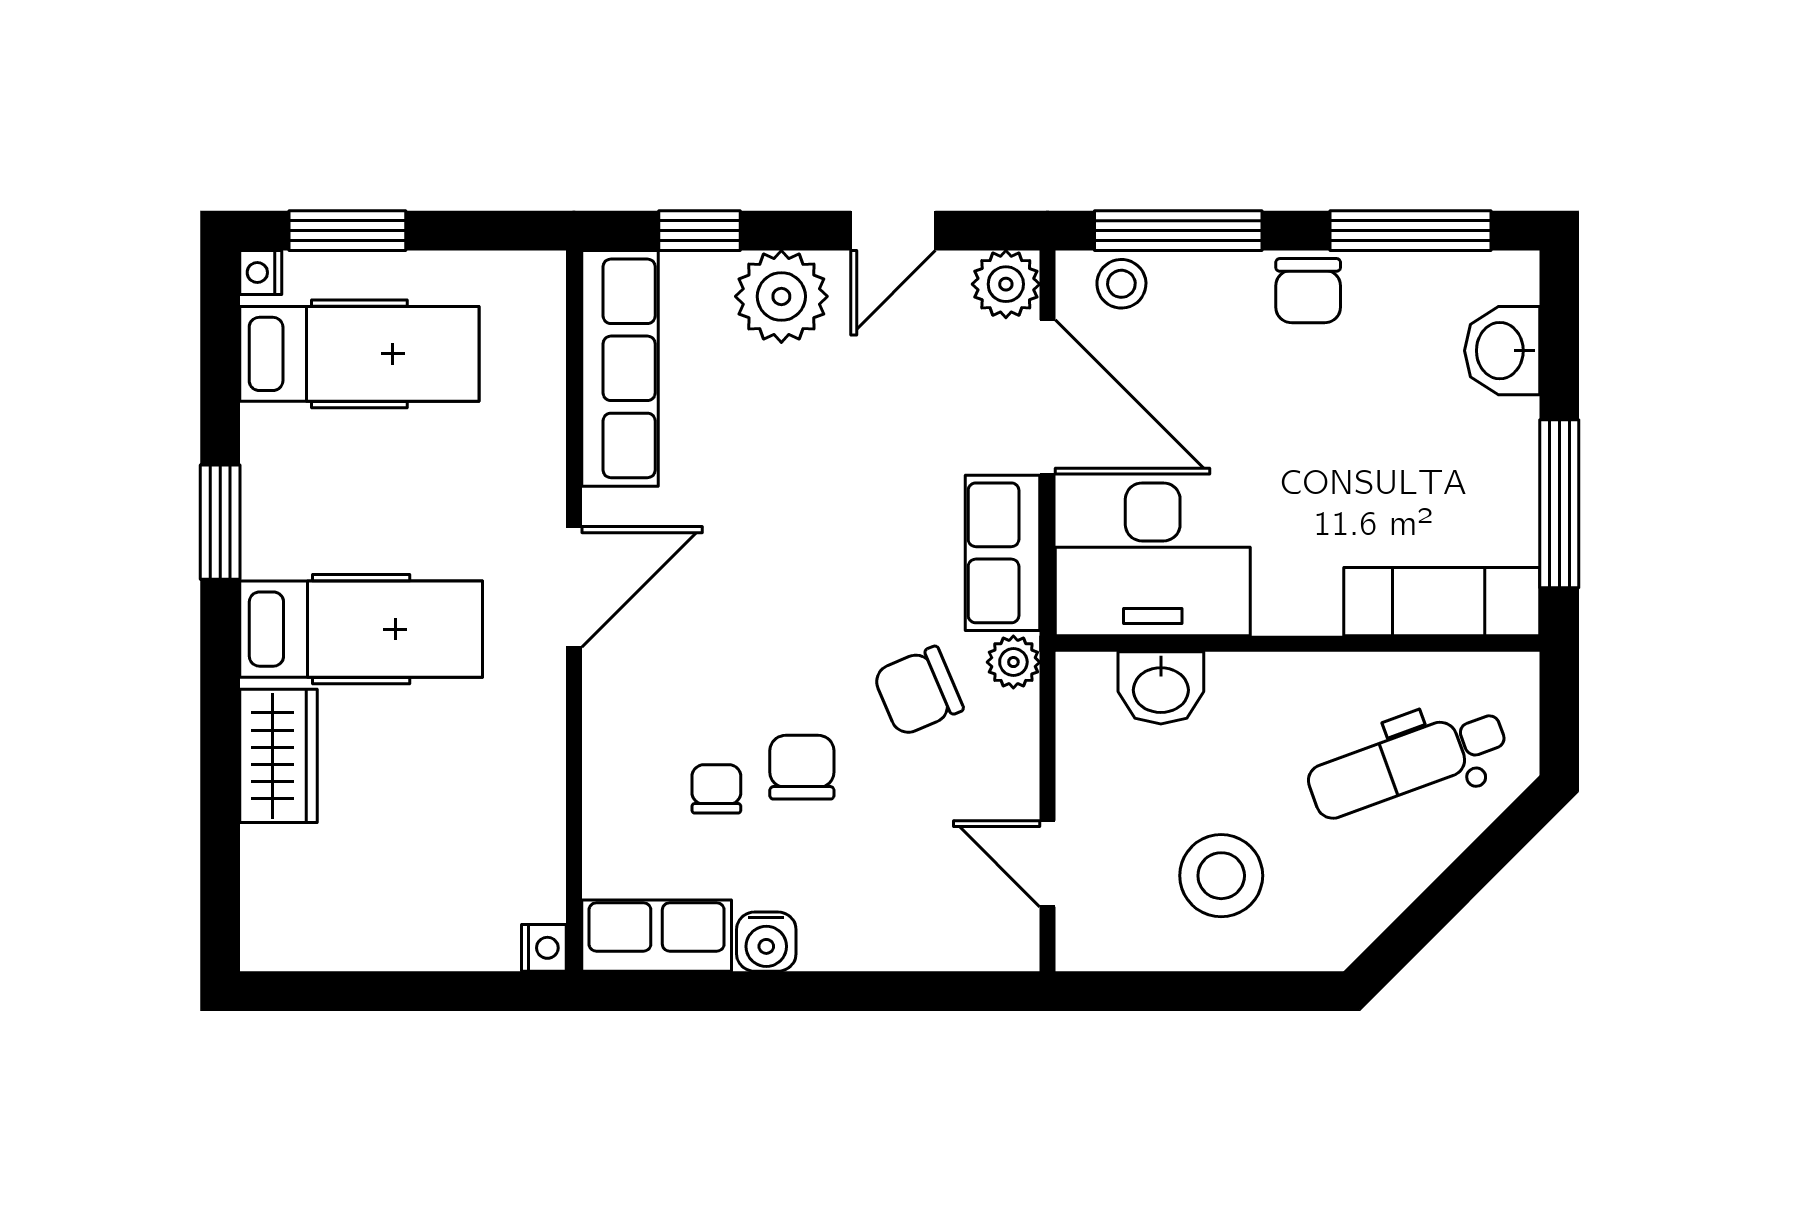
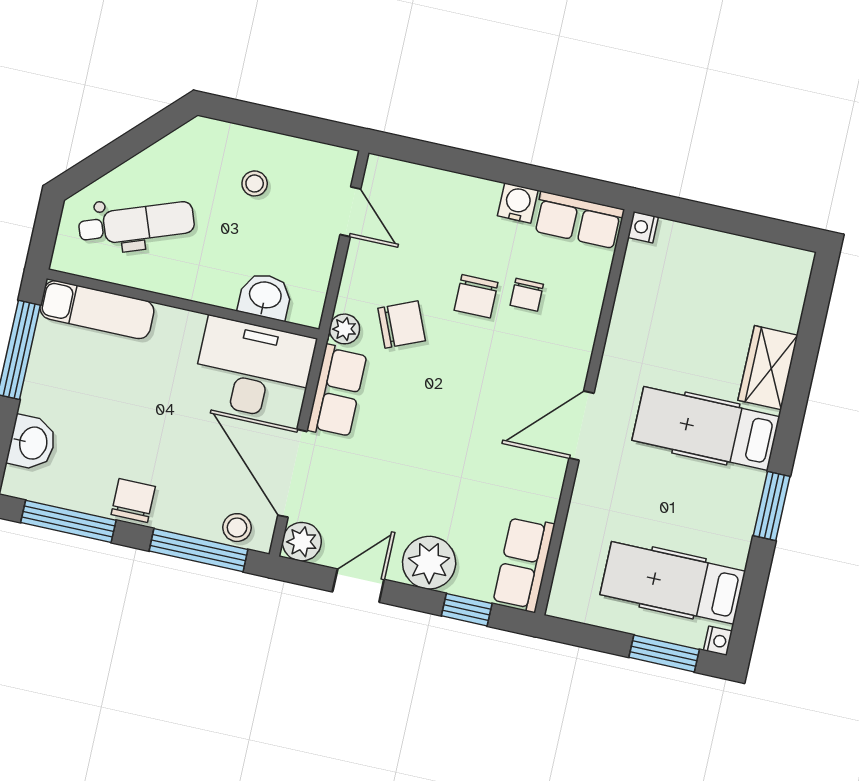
row of seats: (620, 368) -> (524, 564), width x0.68
stool: (1221, 876) -> (255, 183), width x0.53, depth x0.53

